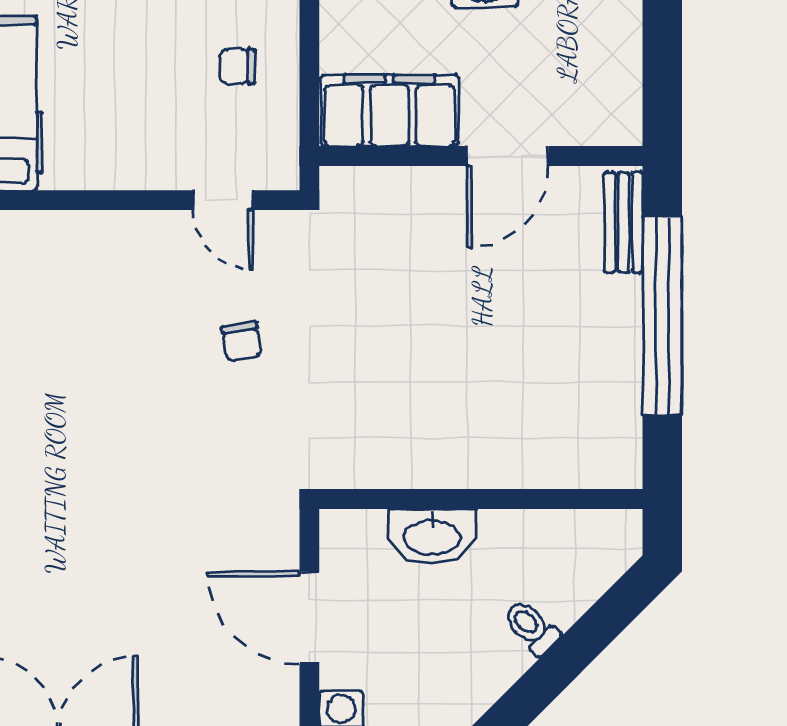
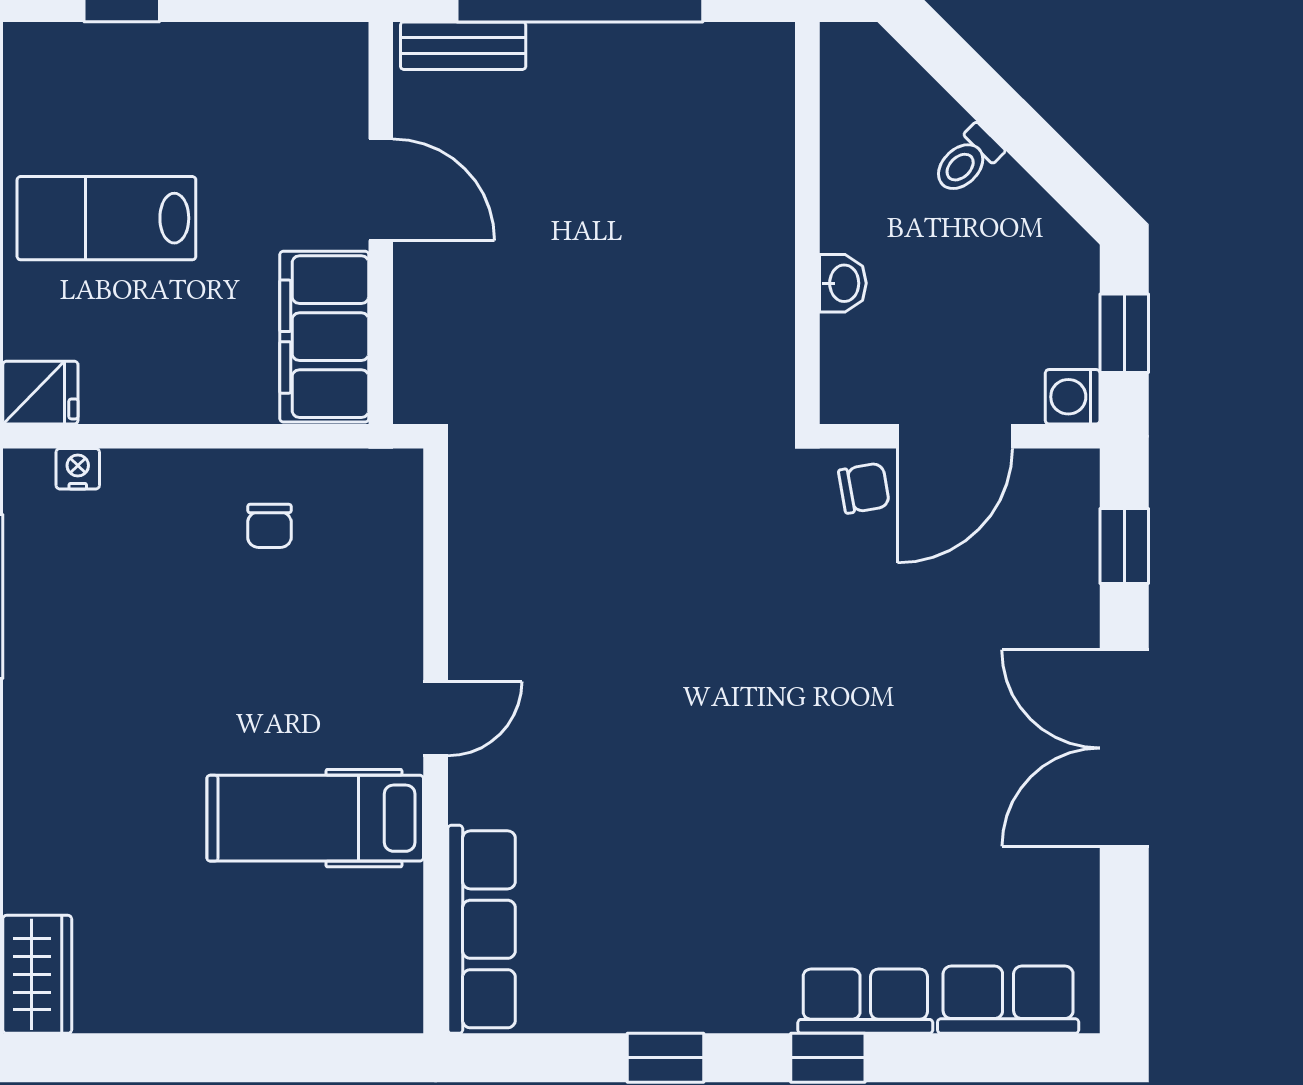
door: (223, 200) -> (436, 719), moved
chair: (242, 342) -> (864, 488), moved
washbasin: (432, 536) -> (843, 283), width x0.52, depth x0.69

